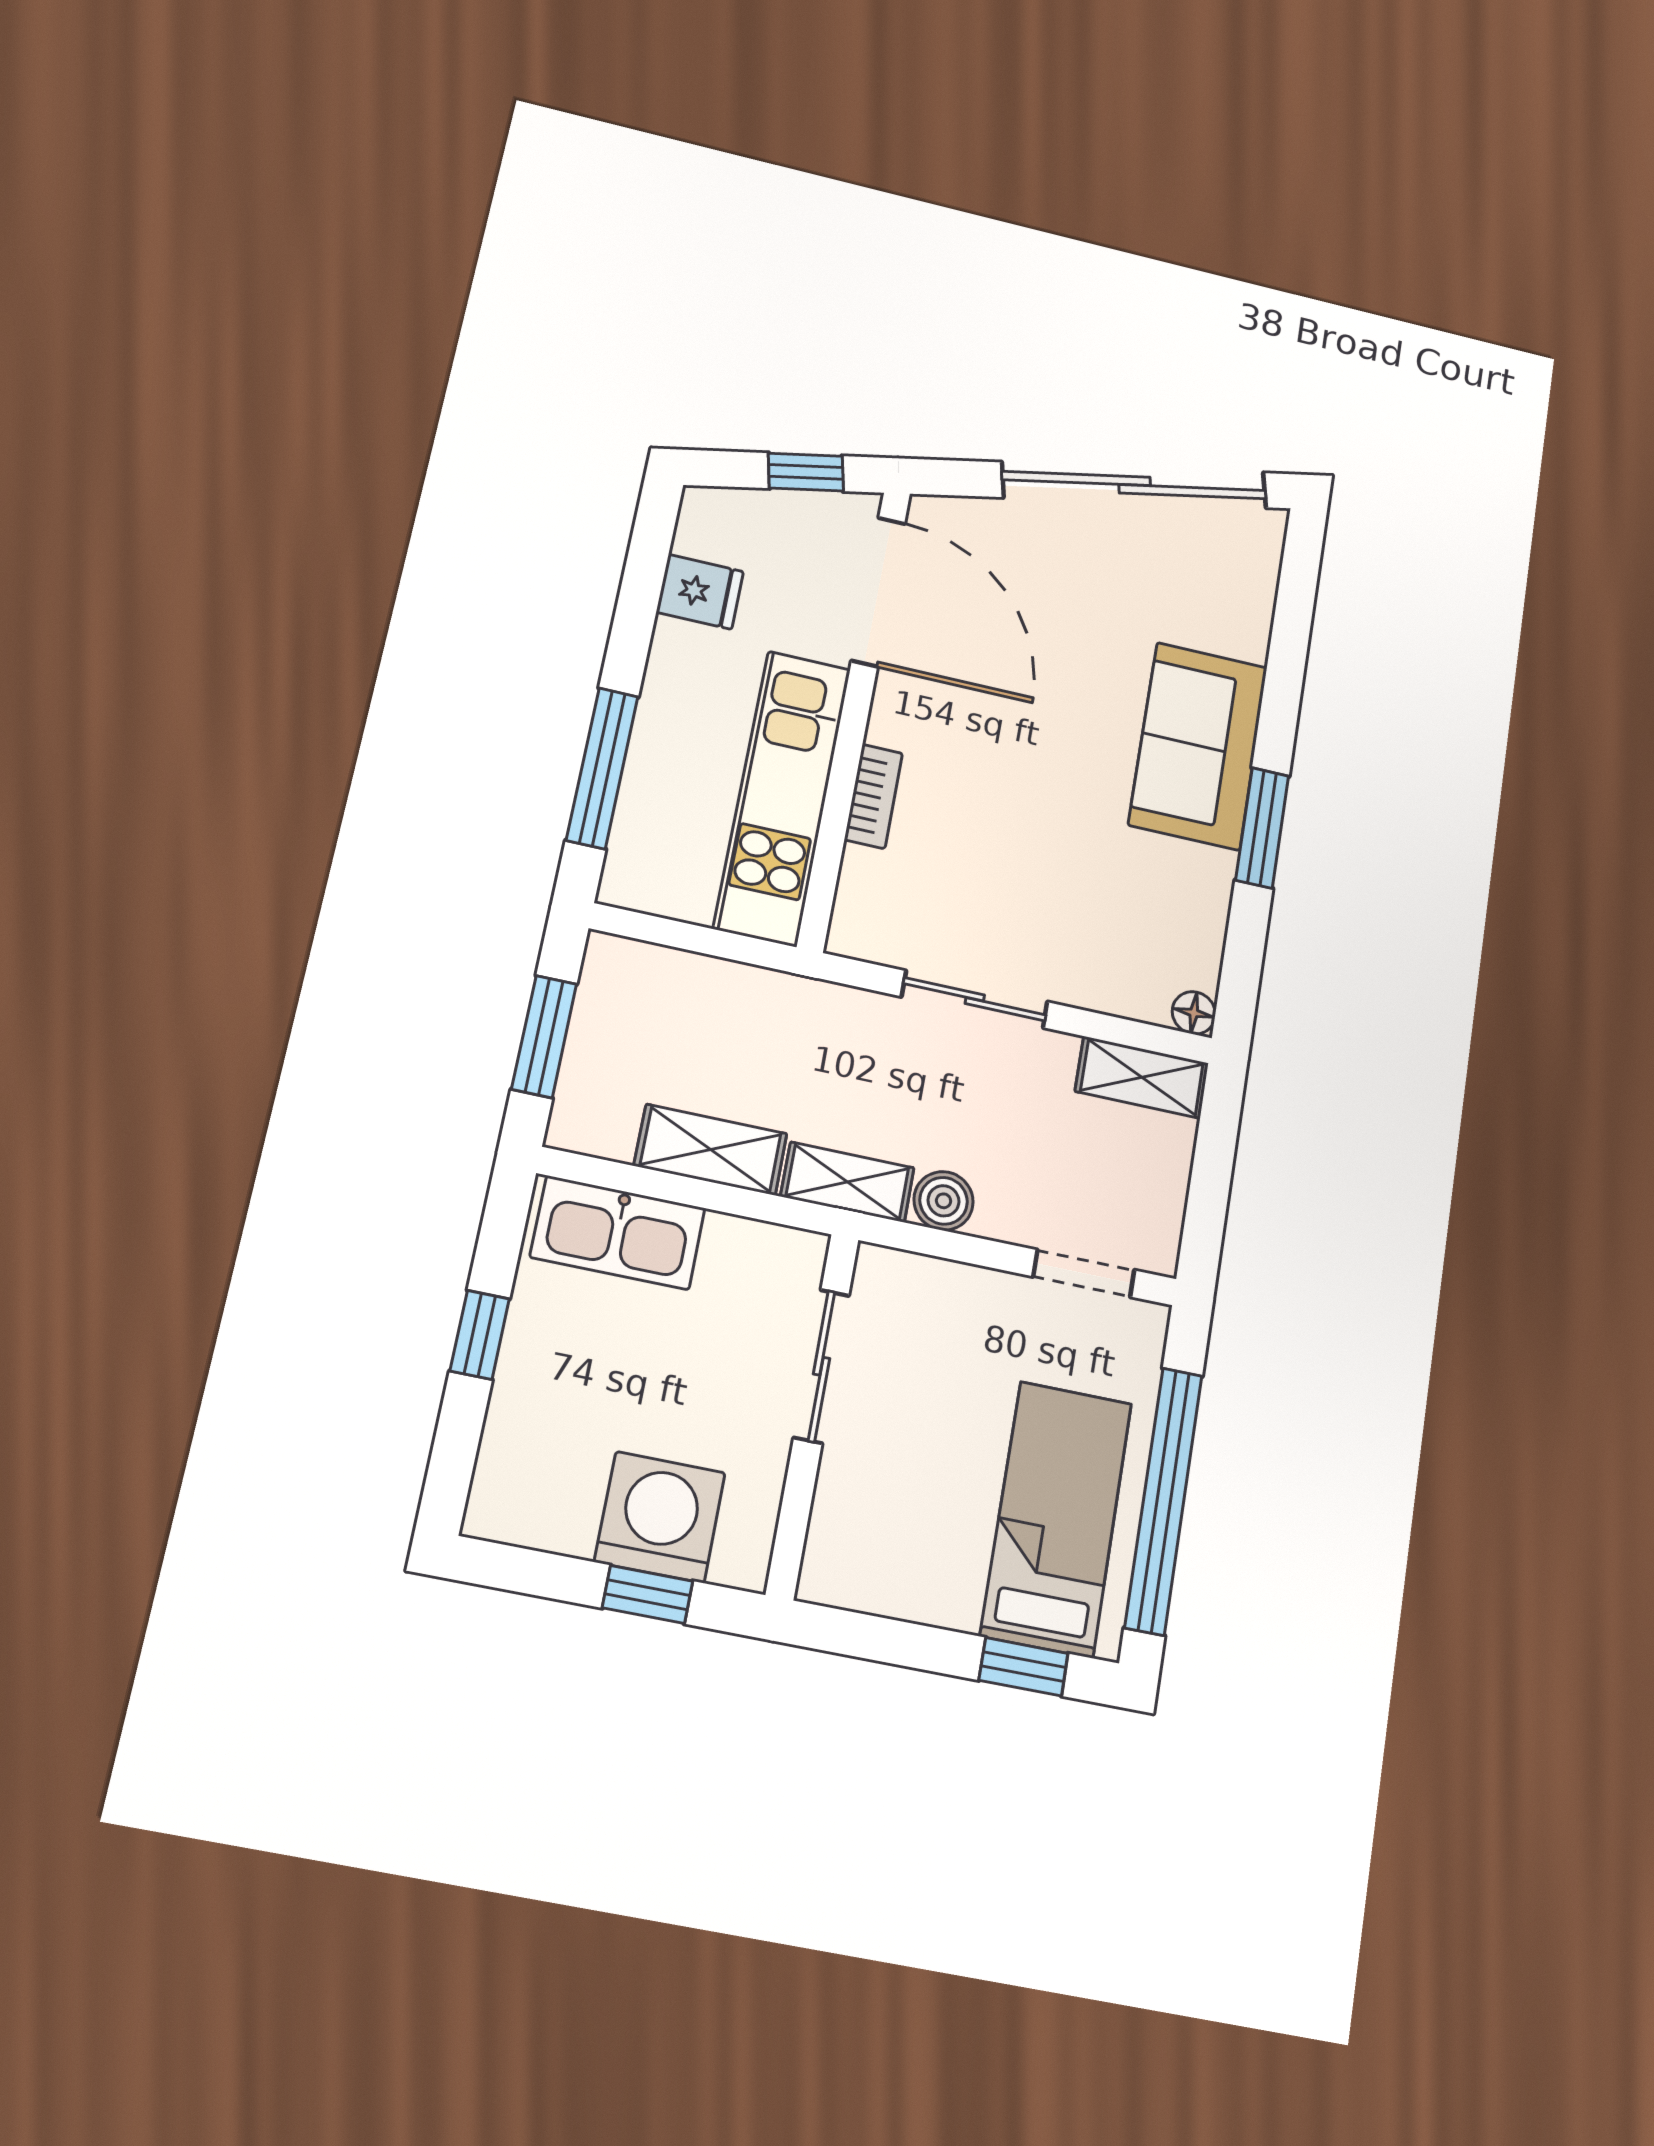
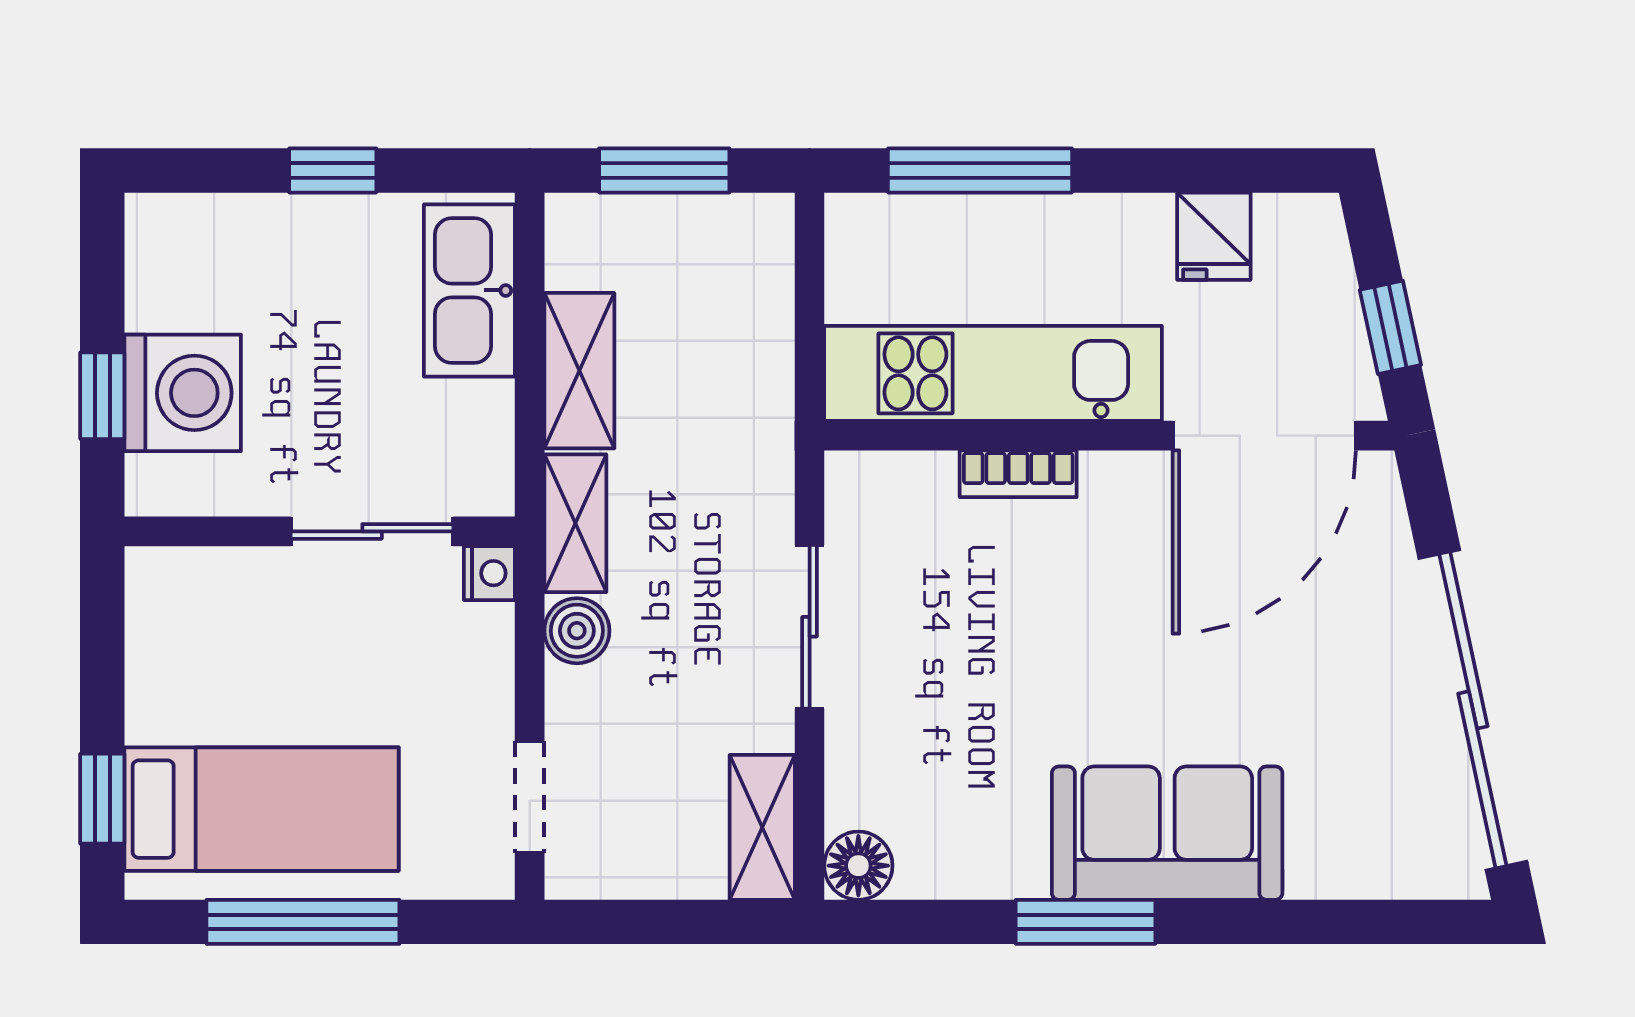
floor lamp: (1194, 1013) -> (858, 866), width x1.37, depth x1.37
nightstand: (878, 1268) -> (489, 573), added
window: (1164, 1500) -> (303, 922), width x0.68

